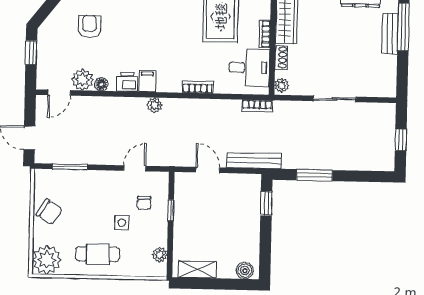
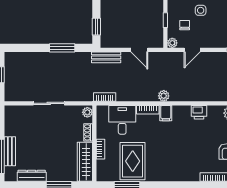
desk: (249, 68) -> (122, 120), moved, turned 90
filing cabinet: (147, 81) -> (166, 113), moved
floor lamp: (101, 84) -> (218, 110), removed
plant: (155, 105) -> (164, 96), moved
bench: (254, 161) -> (106, 57), width x0.73
plant: (162, 179) -> (172, 43), added

